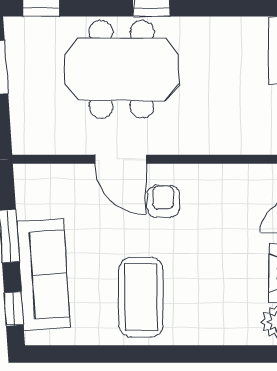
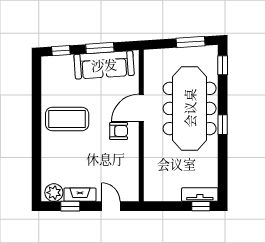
meeting table: (121, 69) -> (190, 108), width x1.36
sofa: (43, 275) -> (104, 65), moved

